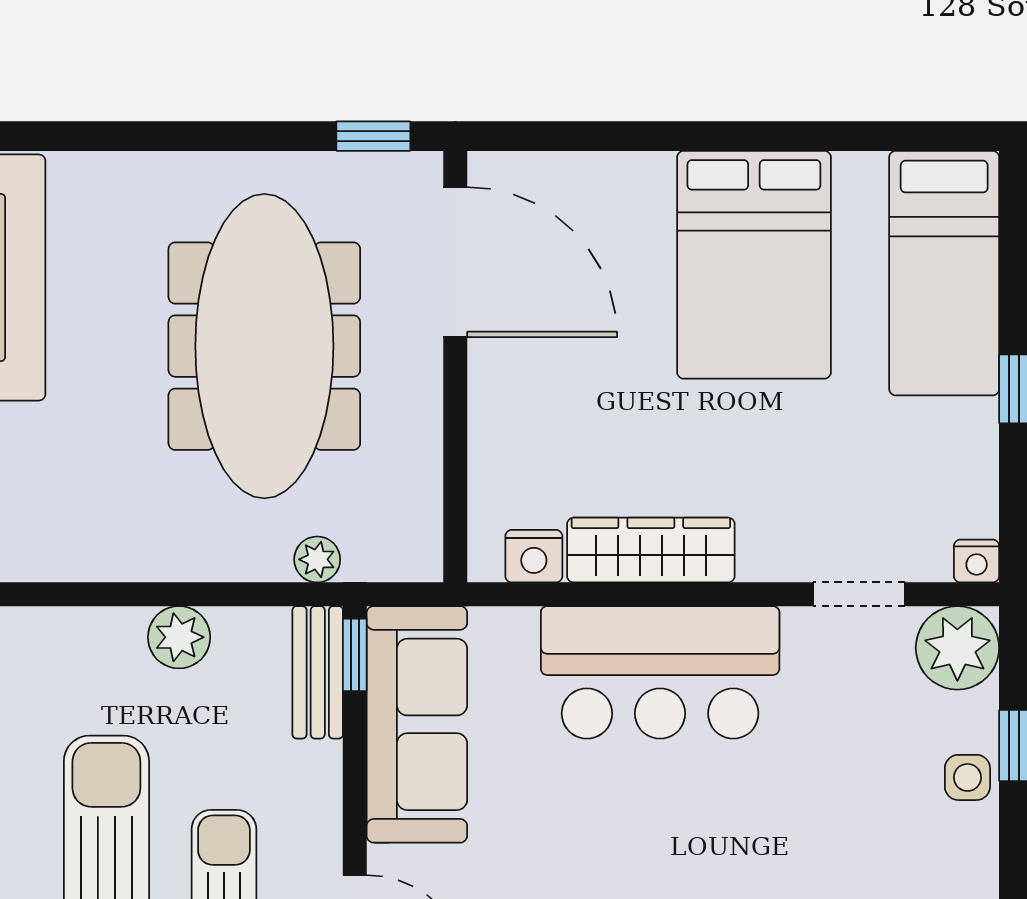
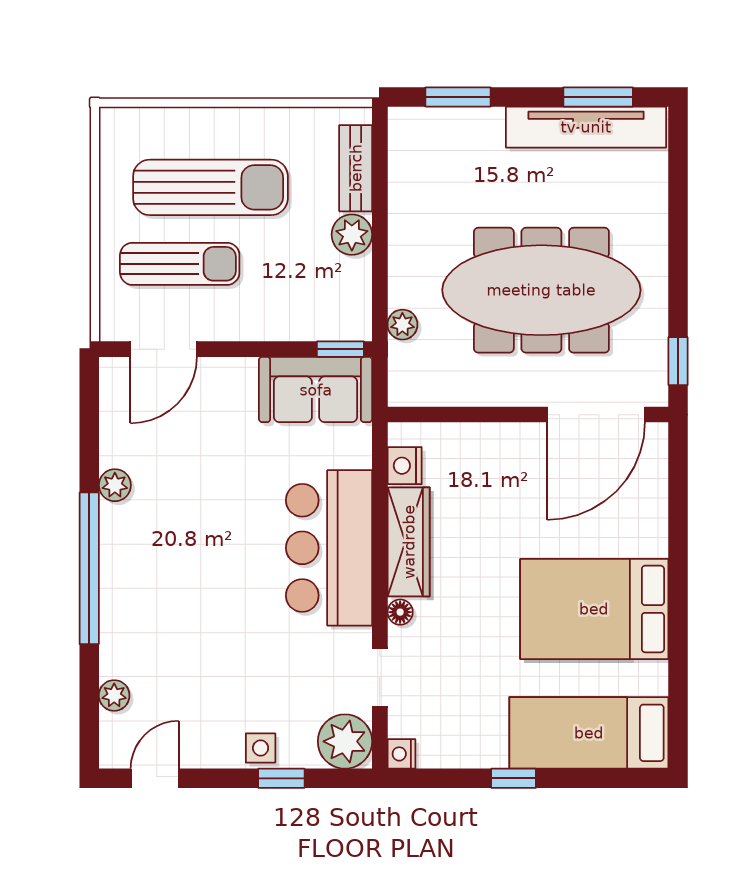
floor lamp: (759, 563) -> (400, 612), added
bench: (318, 672) -> (356, 168), moved, turned 90
sofa: (417, 724) -> (316, 390), width x0.73

